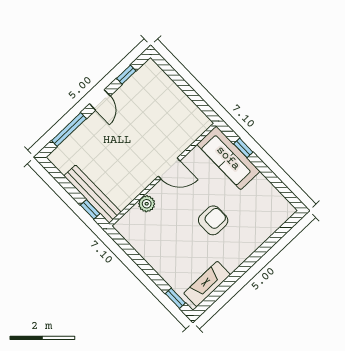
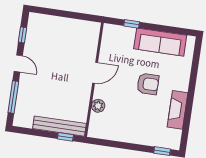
sofa: (228, 158) -> (160, 42), moved
armchair: (213, 220) -> (148, 84), turned 90
fireplace: (207, 284) -> (177, 110), moved

